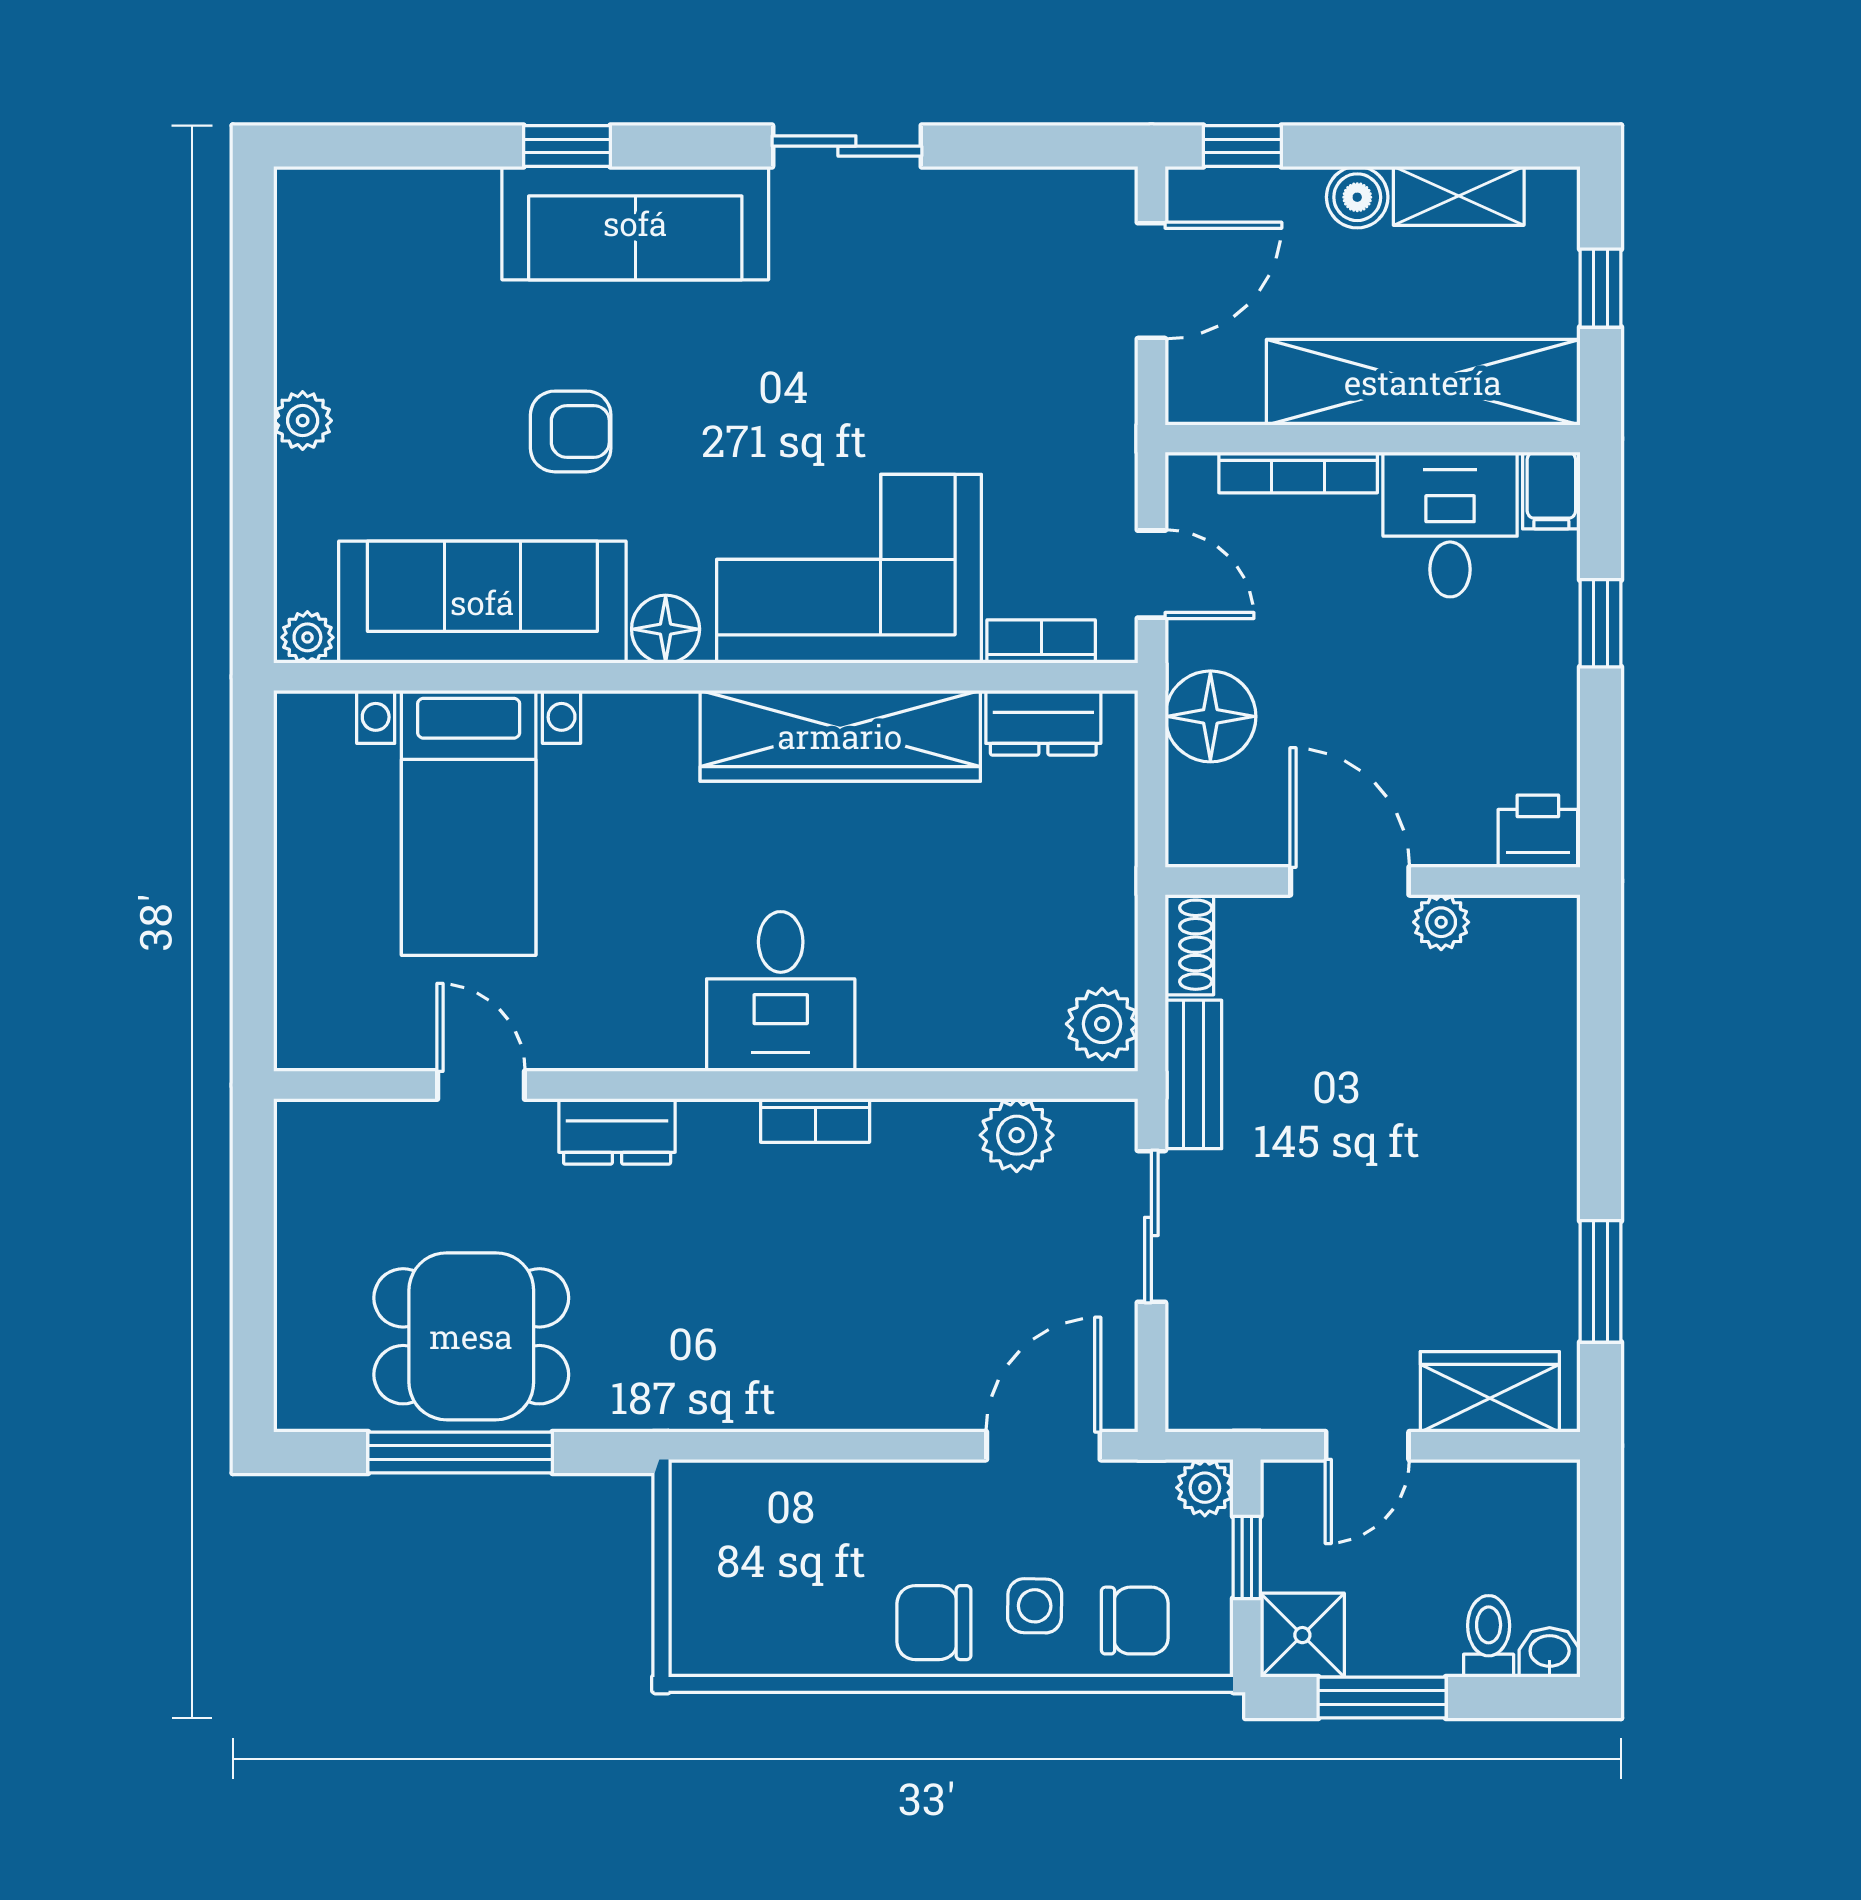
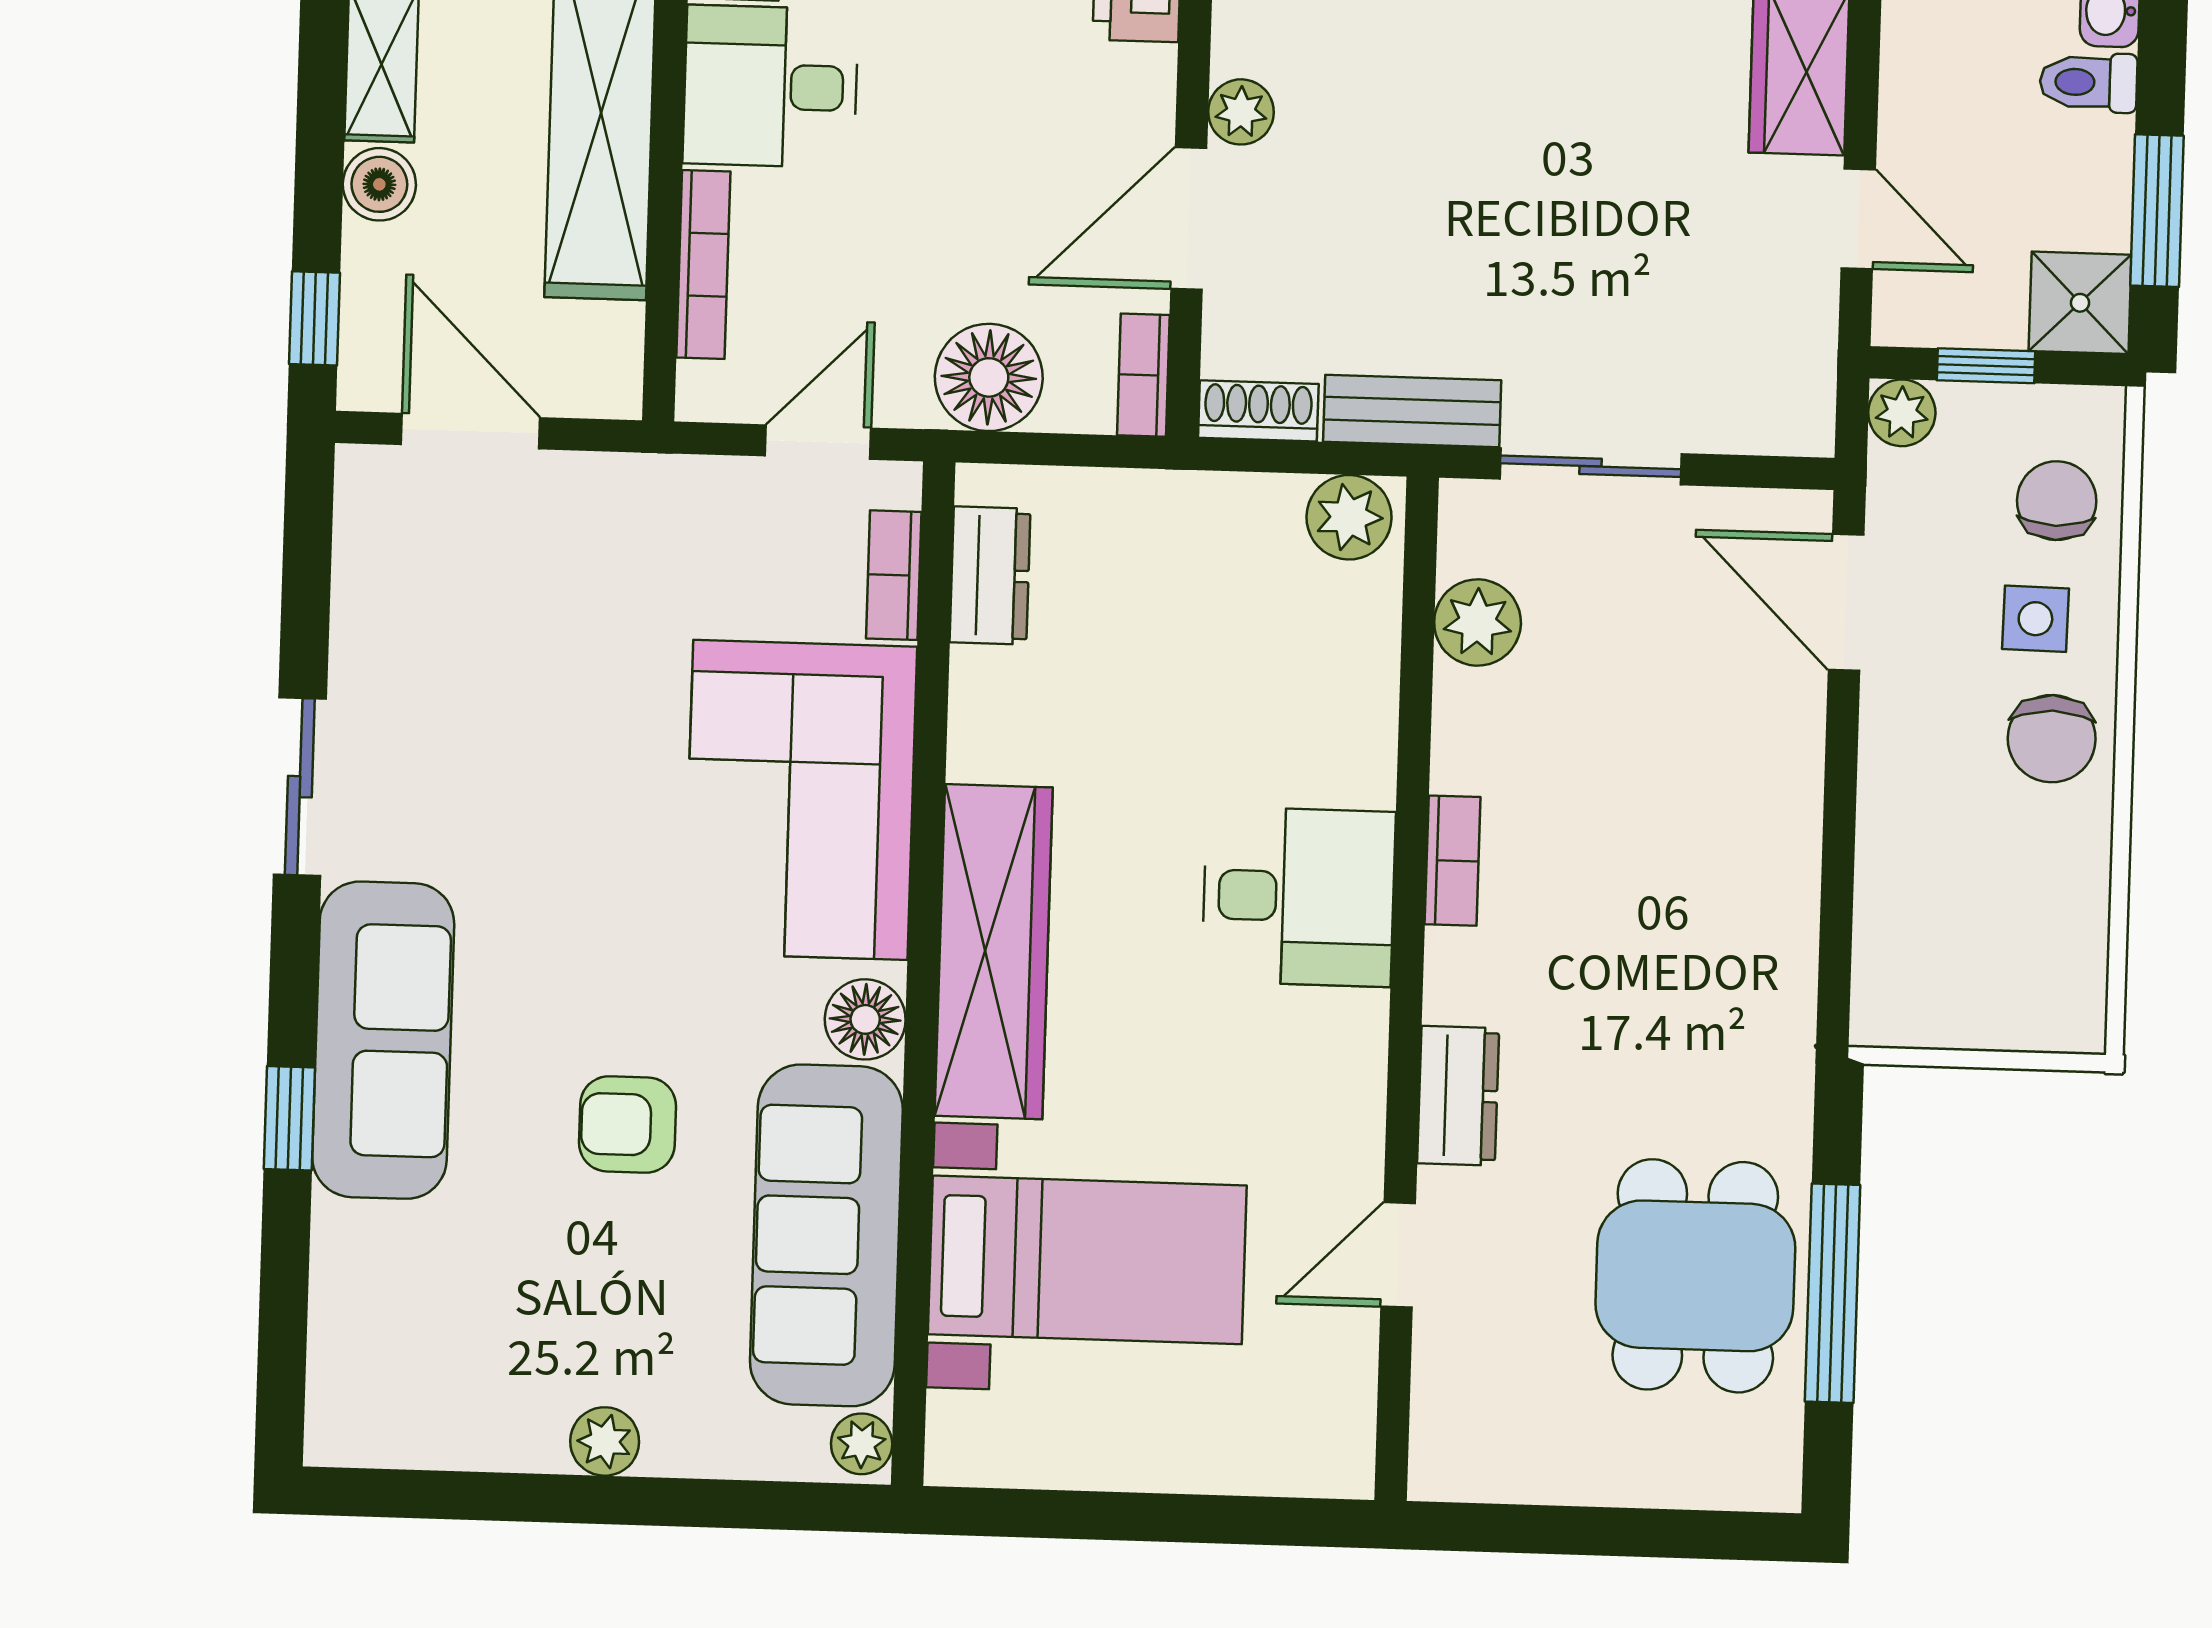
armchair: (571, 431) -> (628, 1124), turned -90
wardrobe: (840, 736) -> (994, 952), moved
bookcase: (1217, 847) -> (1143, 375), added

